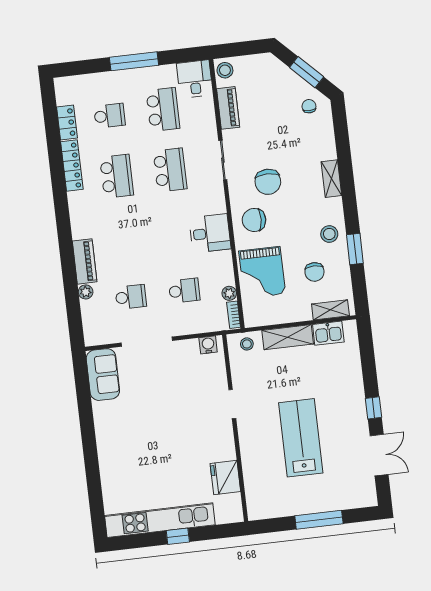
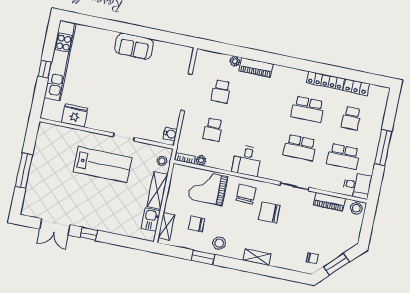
sofa: (103, 375) -> (134, 46), moved
lab bench: (301, 438) -> (102, 165), moved

